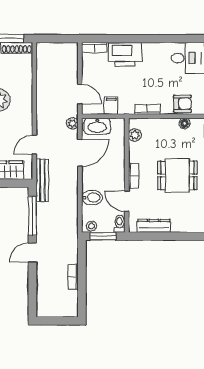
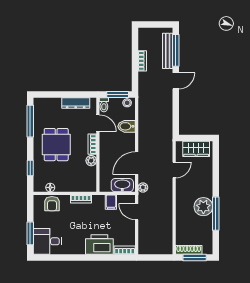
armchair: (182, 104) -> (52, 204), turned -90
plant: (135, 135) -> (91, 161), moved
dining table: (177, 175) -> (56, 145), turned 90
bench: (42, 180) -> (168, 51), moved
window: (32, 216) -> (176, 50), moved

